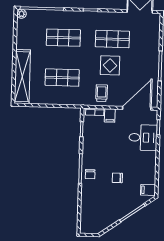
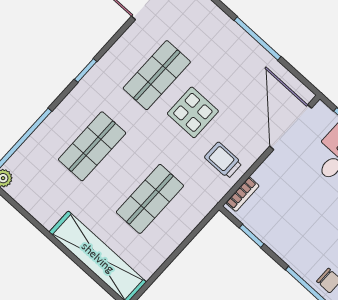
filing cabinet: (110, 115) -> (267, 177), removed

